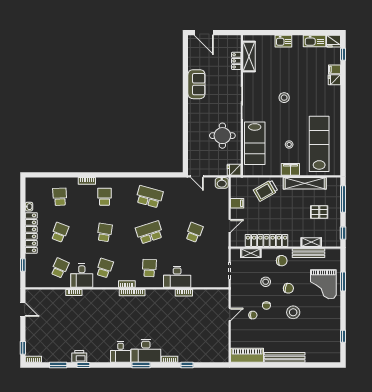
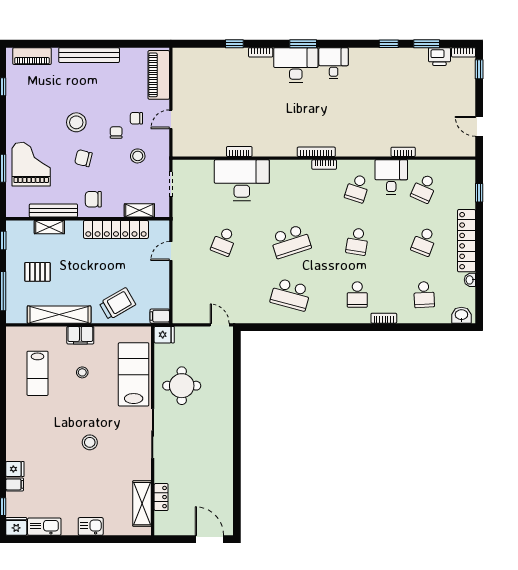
sofa: (196, 84) -> (220, 462), removed
lab bench: (319, 144) -> (38, 373), width x0.54, depth x0.72
washbasin: (222, 183) -> (461, 315), moved
filing cabinet: (237, 203) -> (160, 316), moved
school desk: (149, 268) -> (291, 188), removed
desk: (177, 277) -> (242, 180), width x1.36, depth x1.30
stool: (266, 282) -> (138, 156), moved
piano: (247, 355) -> (159, 75), moved, turned 90
printer: (79, 356) -> (439, 57), moved
piano: (323, 357) -> (32, 56), added

